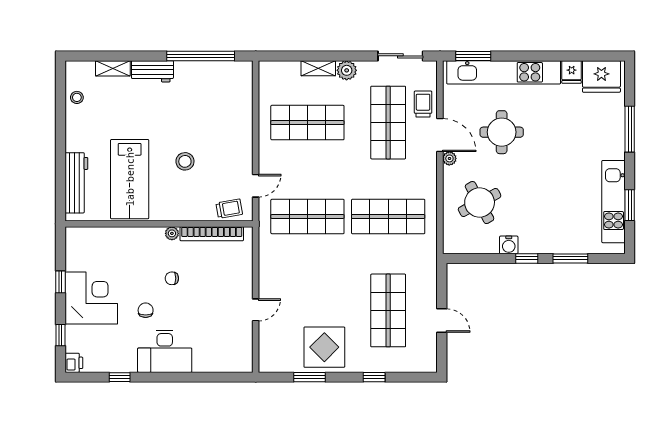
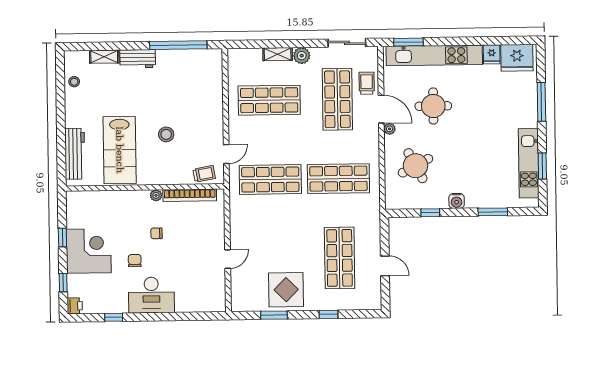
water cooler: (509, 245) -> (457, 201), moved
window: (527, 258) -> (430, 213), moved

